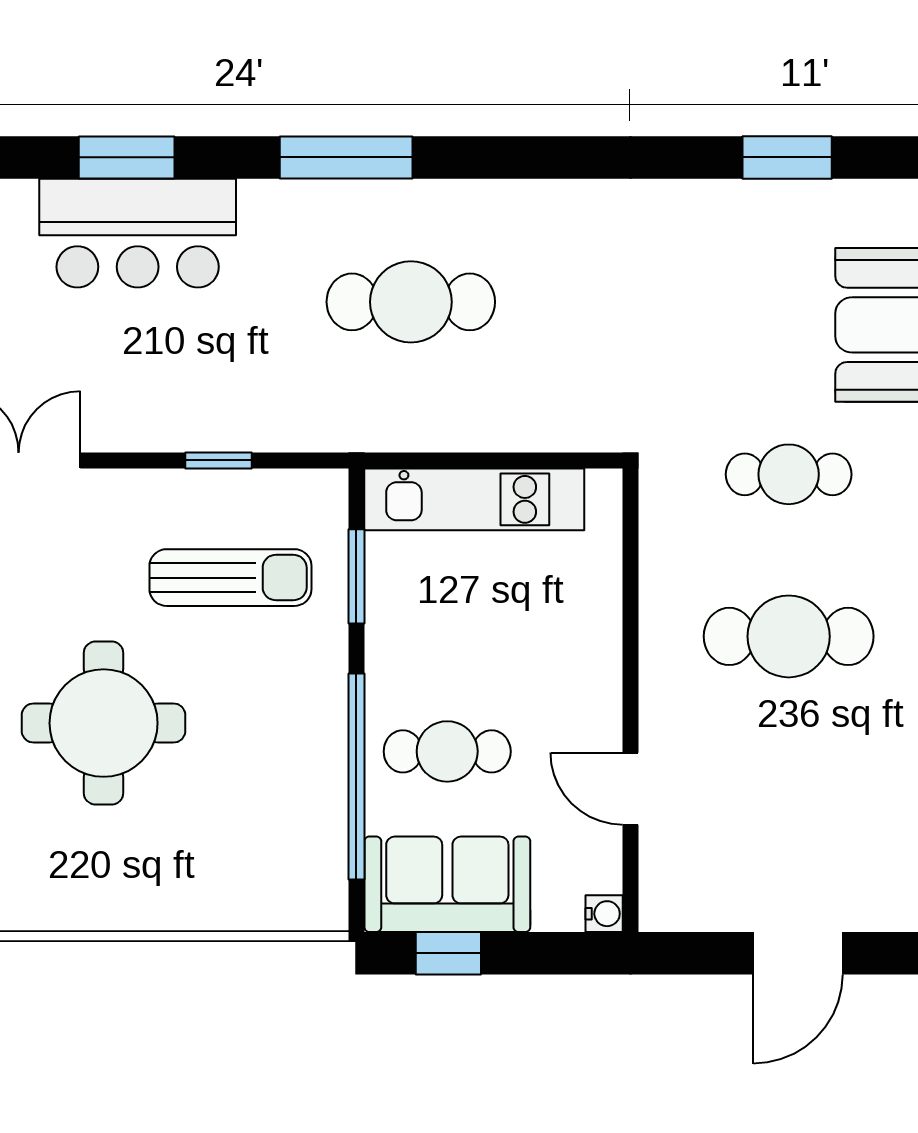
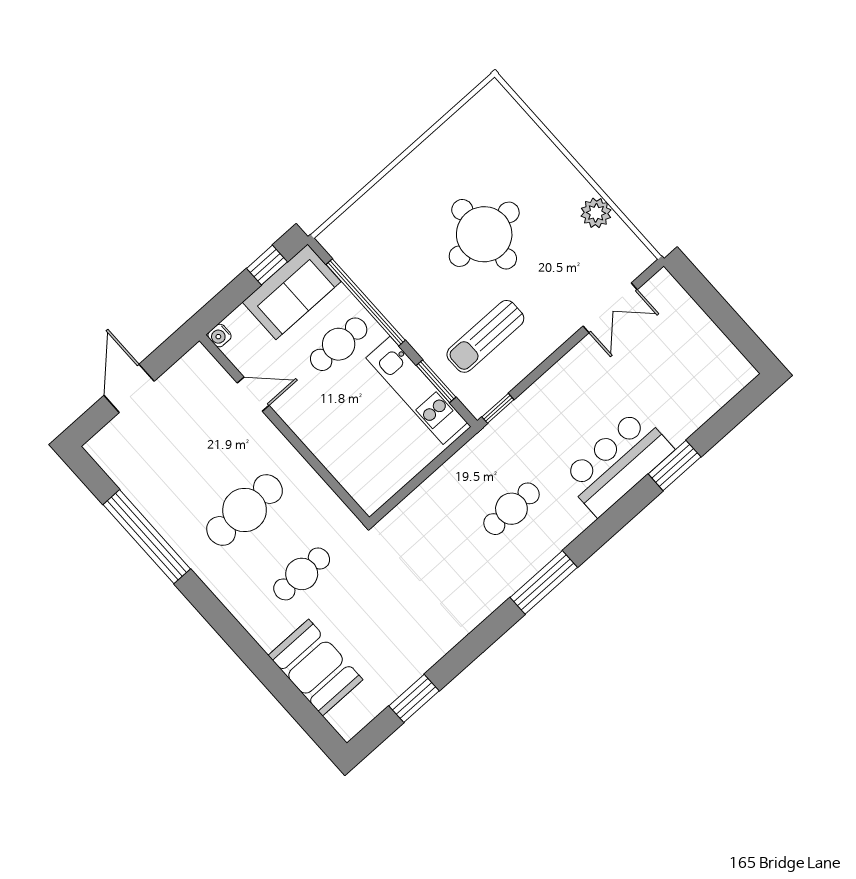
window: (346, 157) -> (544, 582), moved
bar counter: (138, 233) -> (617, 463), moved
cafe table: (411, 302) -> (511, 509), width x0.73, depth x0.74
window: (218, 460) -> (498, 408), moved
kitchen unit: (474, 499) -> (417, 390), moved, turned -90

